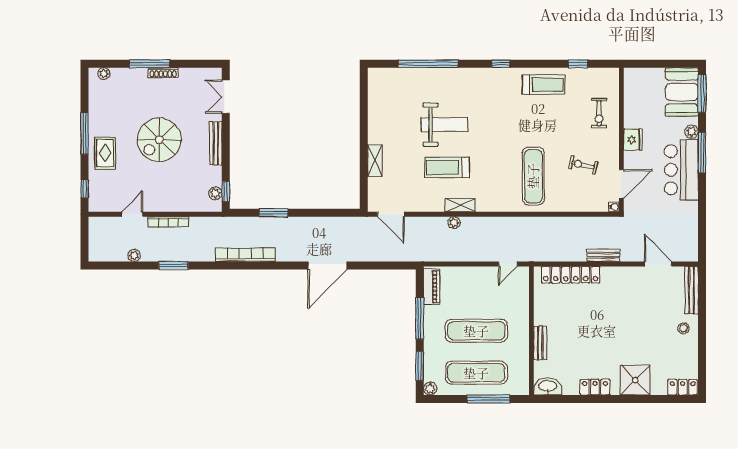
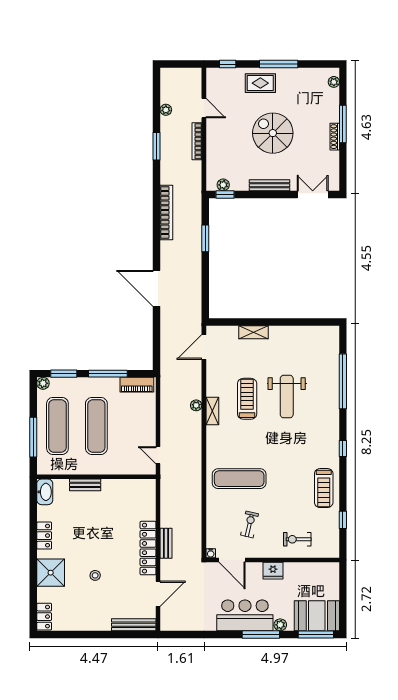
locker: (571, 275) -> (148, 548), moved
stool: (684, 328) -> (95, 575), moved

